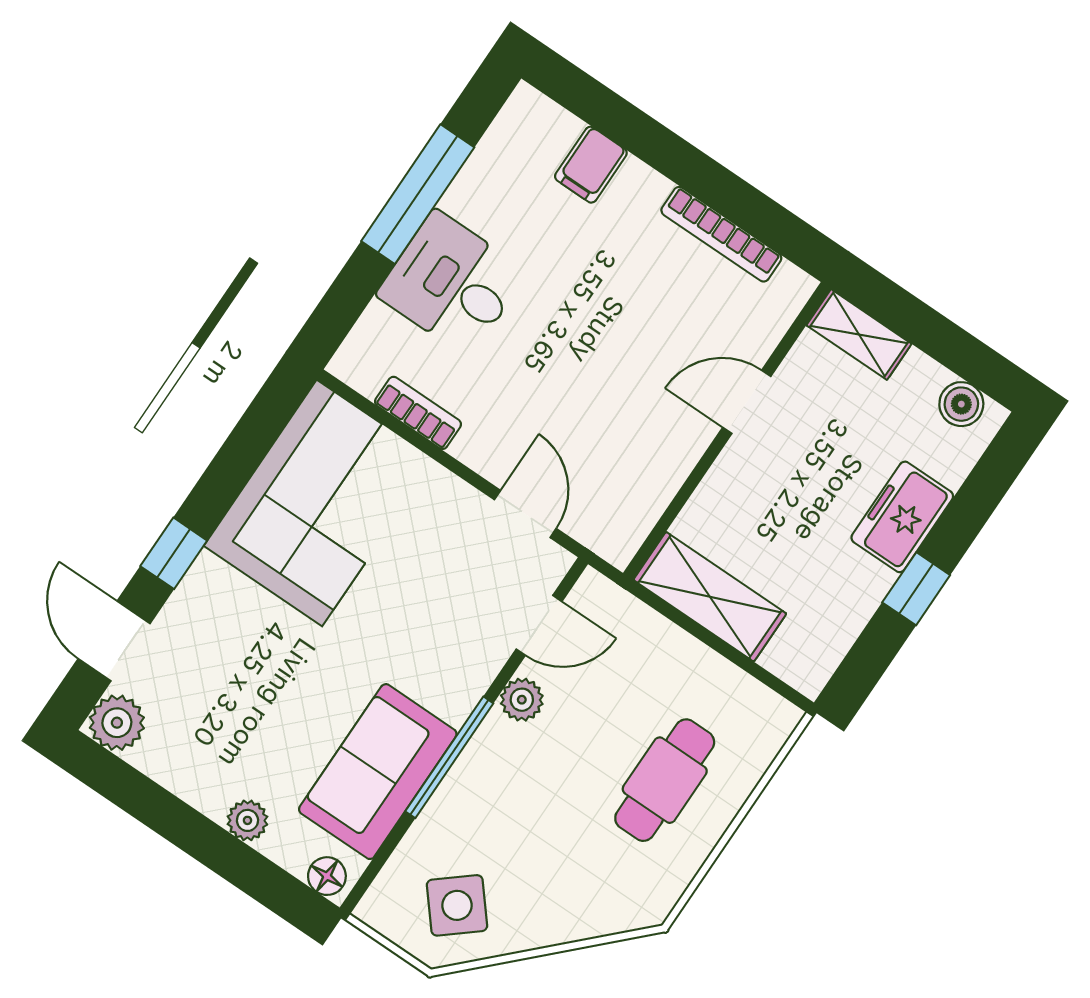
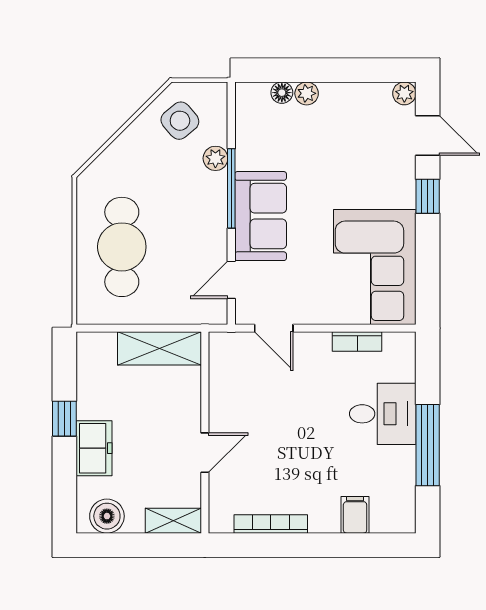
boiler: (961, 404) -> (107, 516), width x1.36, depth x1.36
plant: (522, 700) -> (215, 158), moved
plant: (117, 723) -> (404, 93), width x0.73, depth x0.73
sofa: (378, 772) -> (261, 216), moved
cafe table: (665, 780) -> (122, 247), width x1.37, depth x1.35
floor lamp: (327, 876) -> (282, 93), moved

